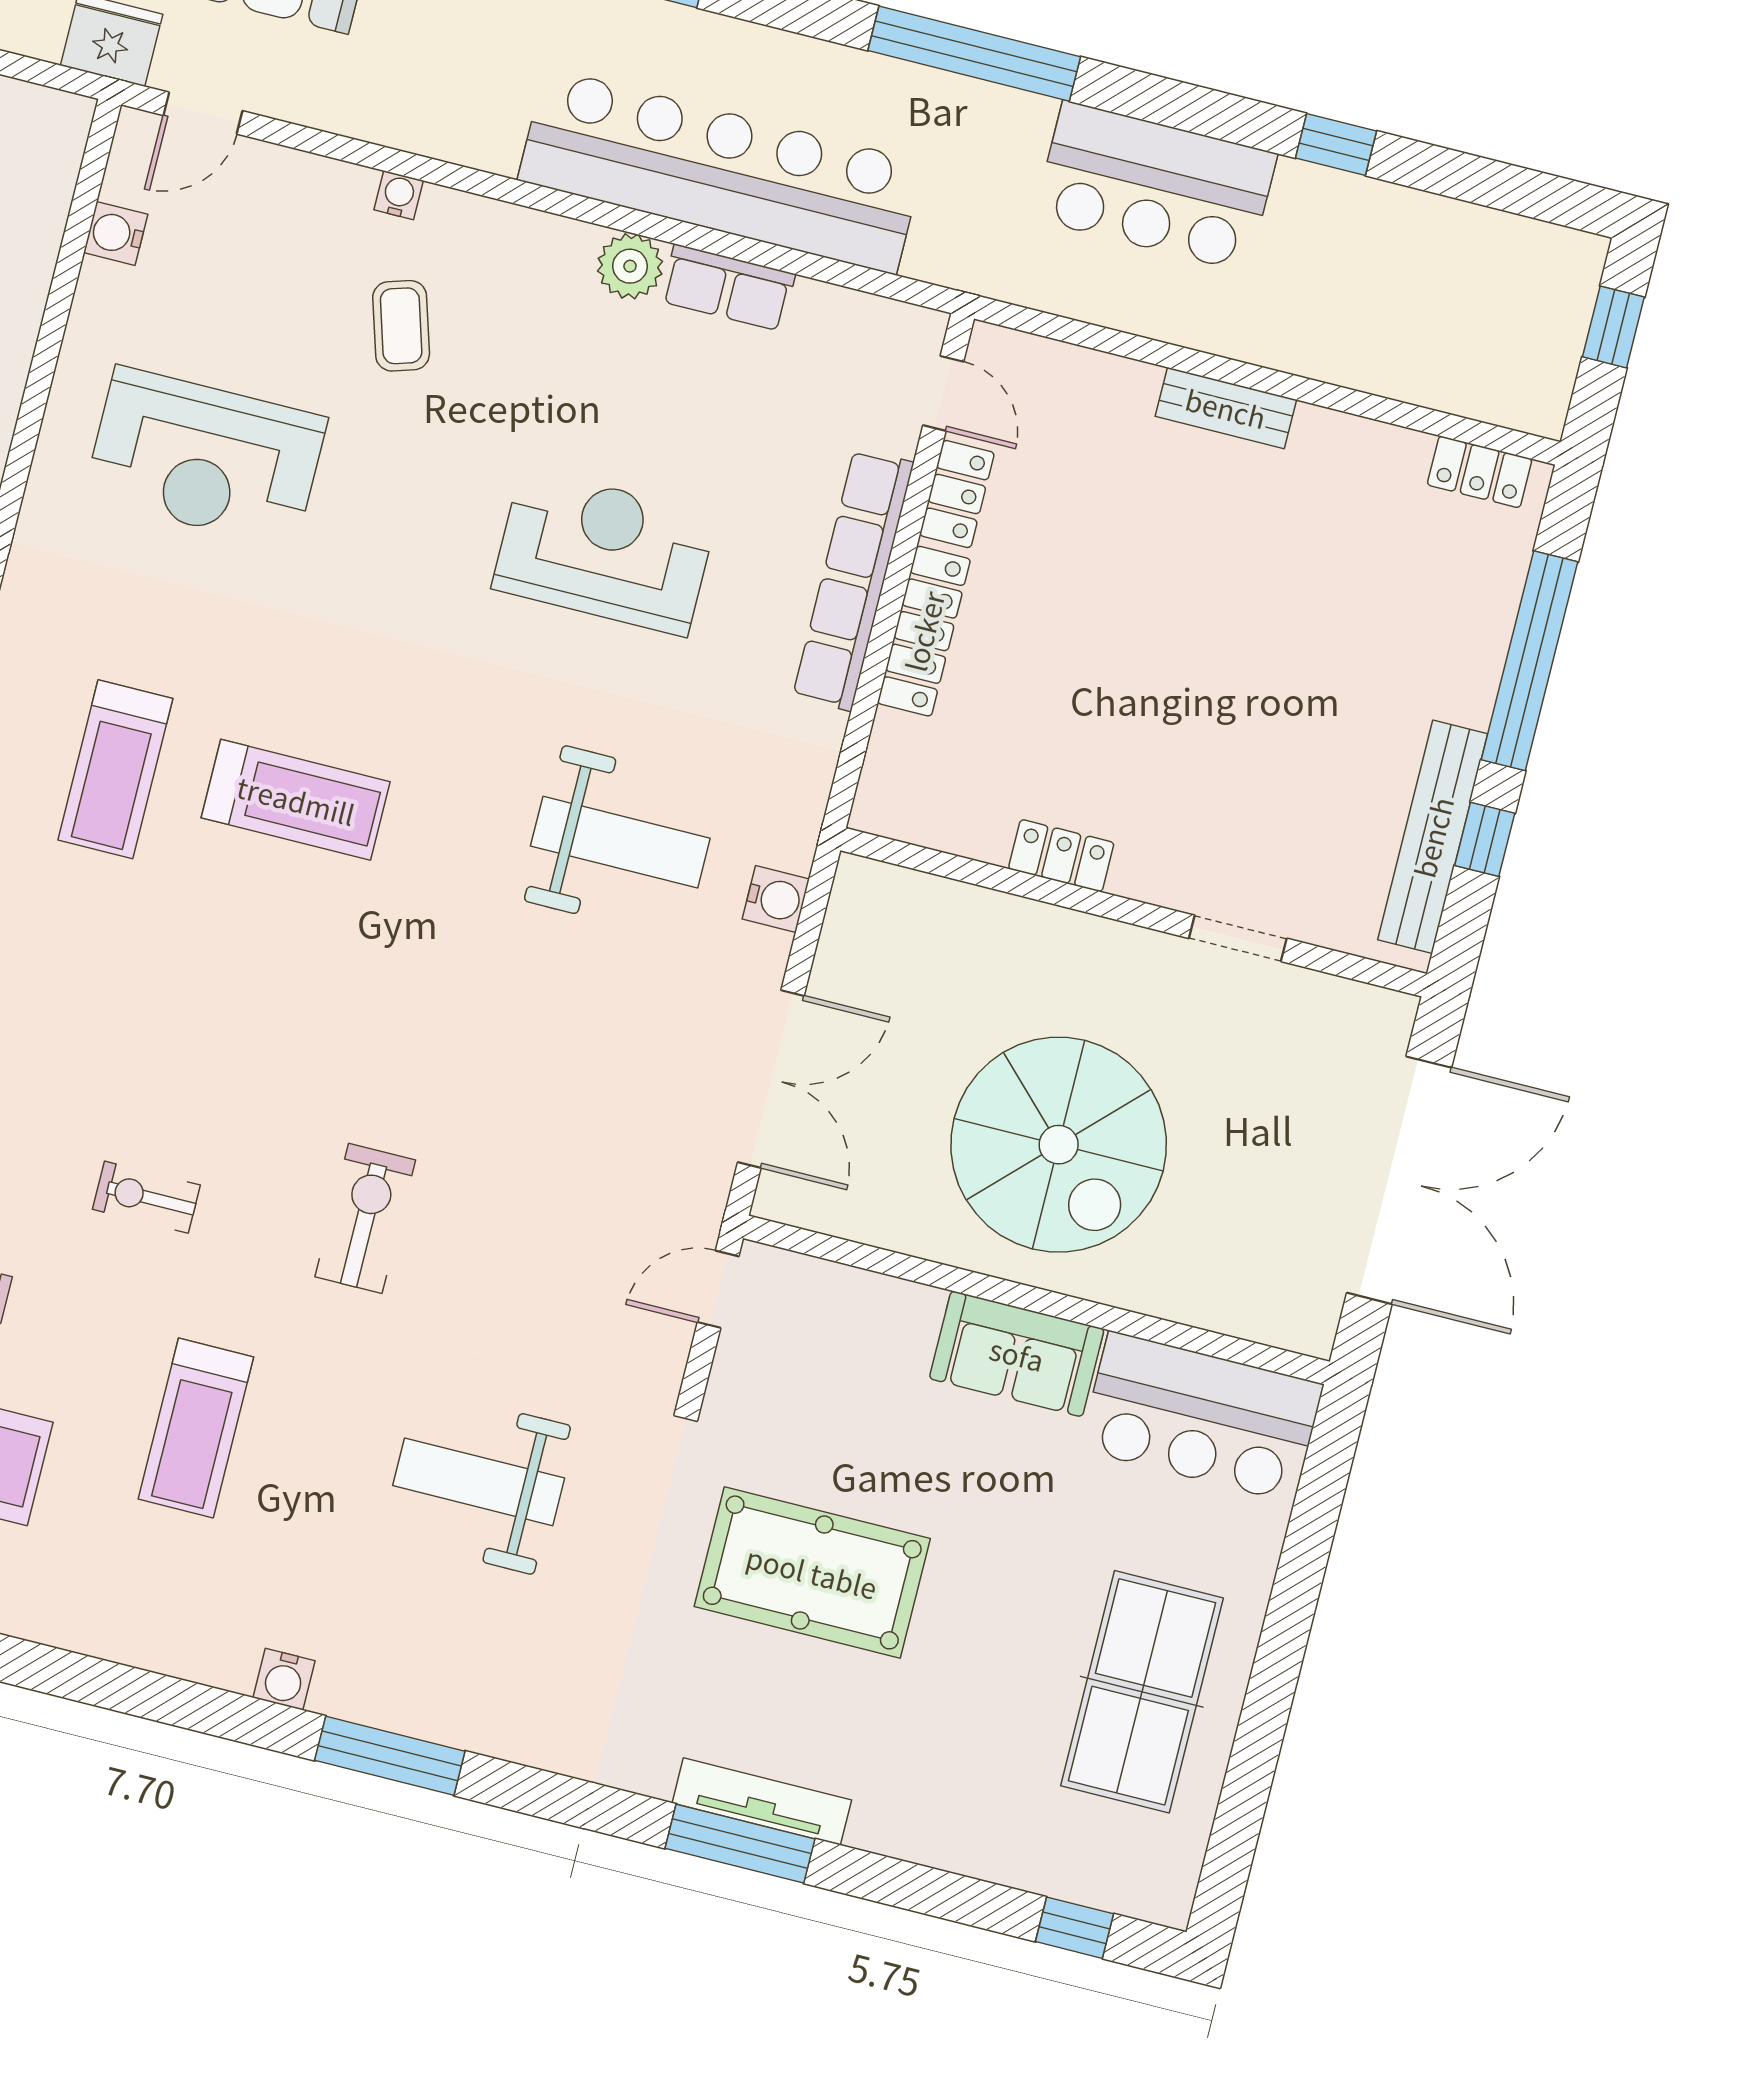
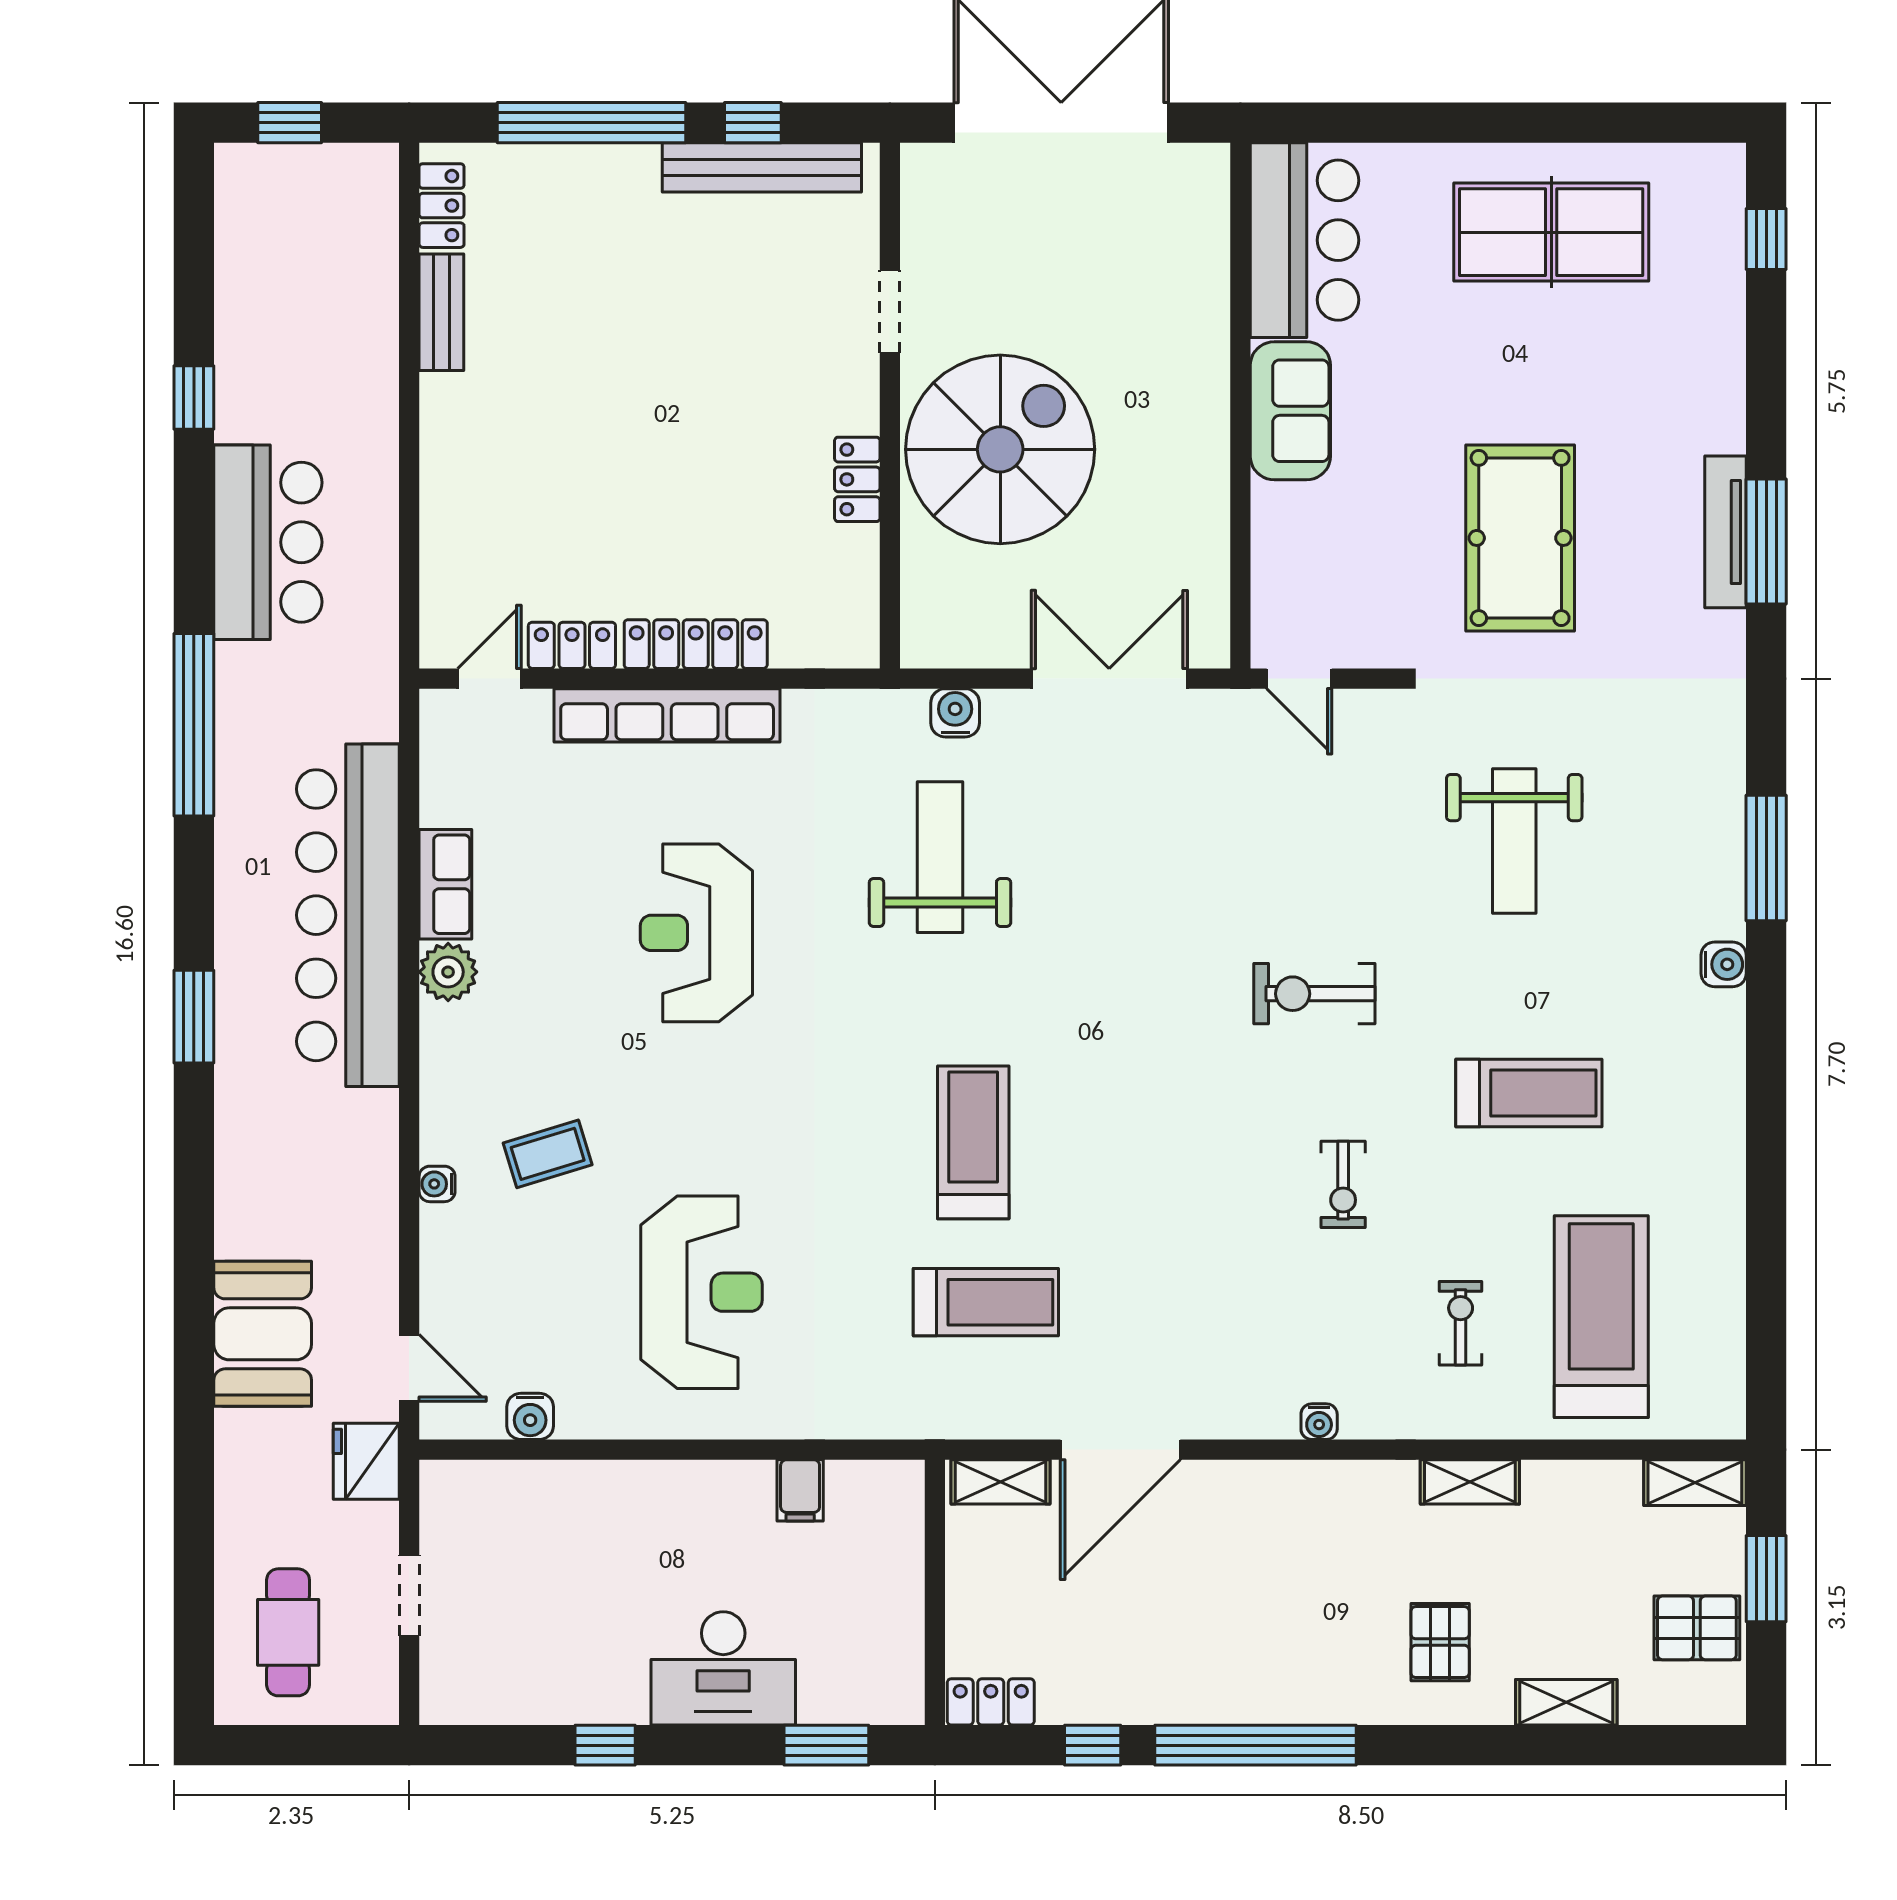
bench: (1226, 408) -> (441, 312), moved
spiral stairs: (1059, 1145) -> (1000, 449), moved

